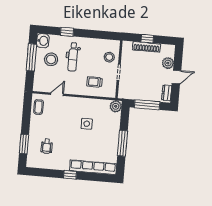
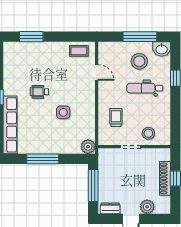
wheelchair: (47, 146) -> (39, 92), moved

